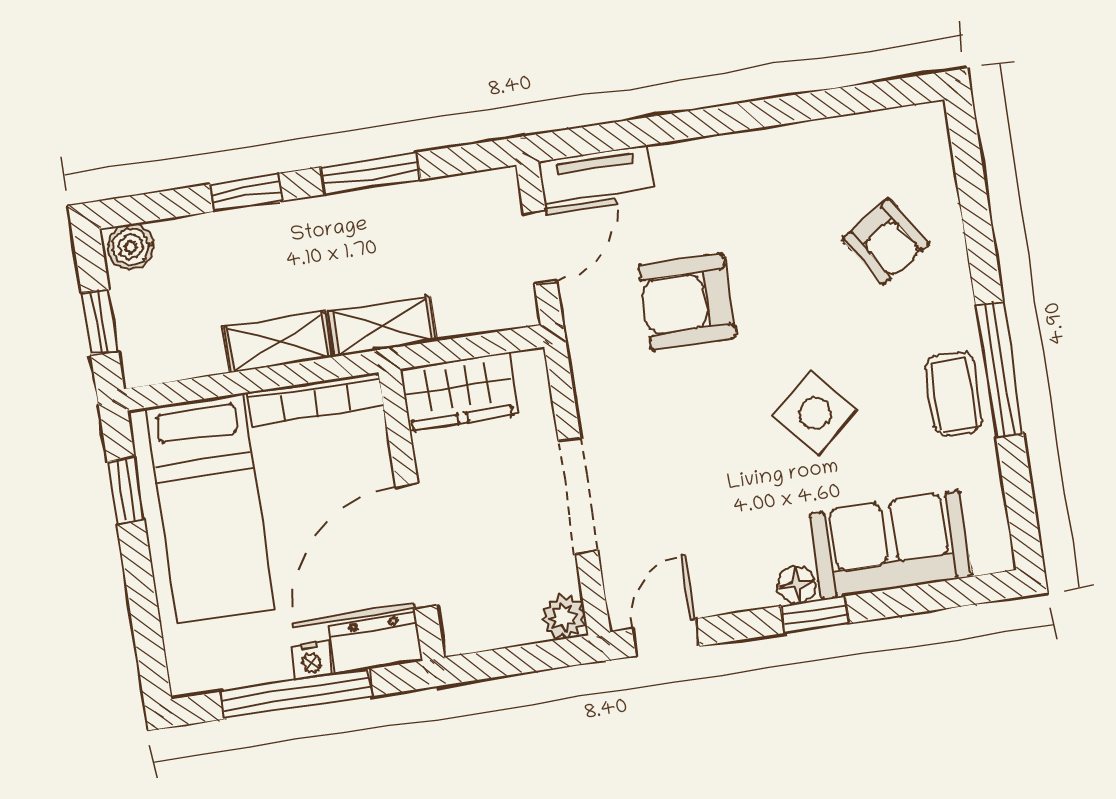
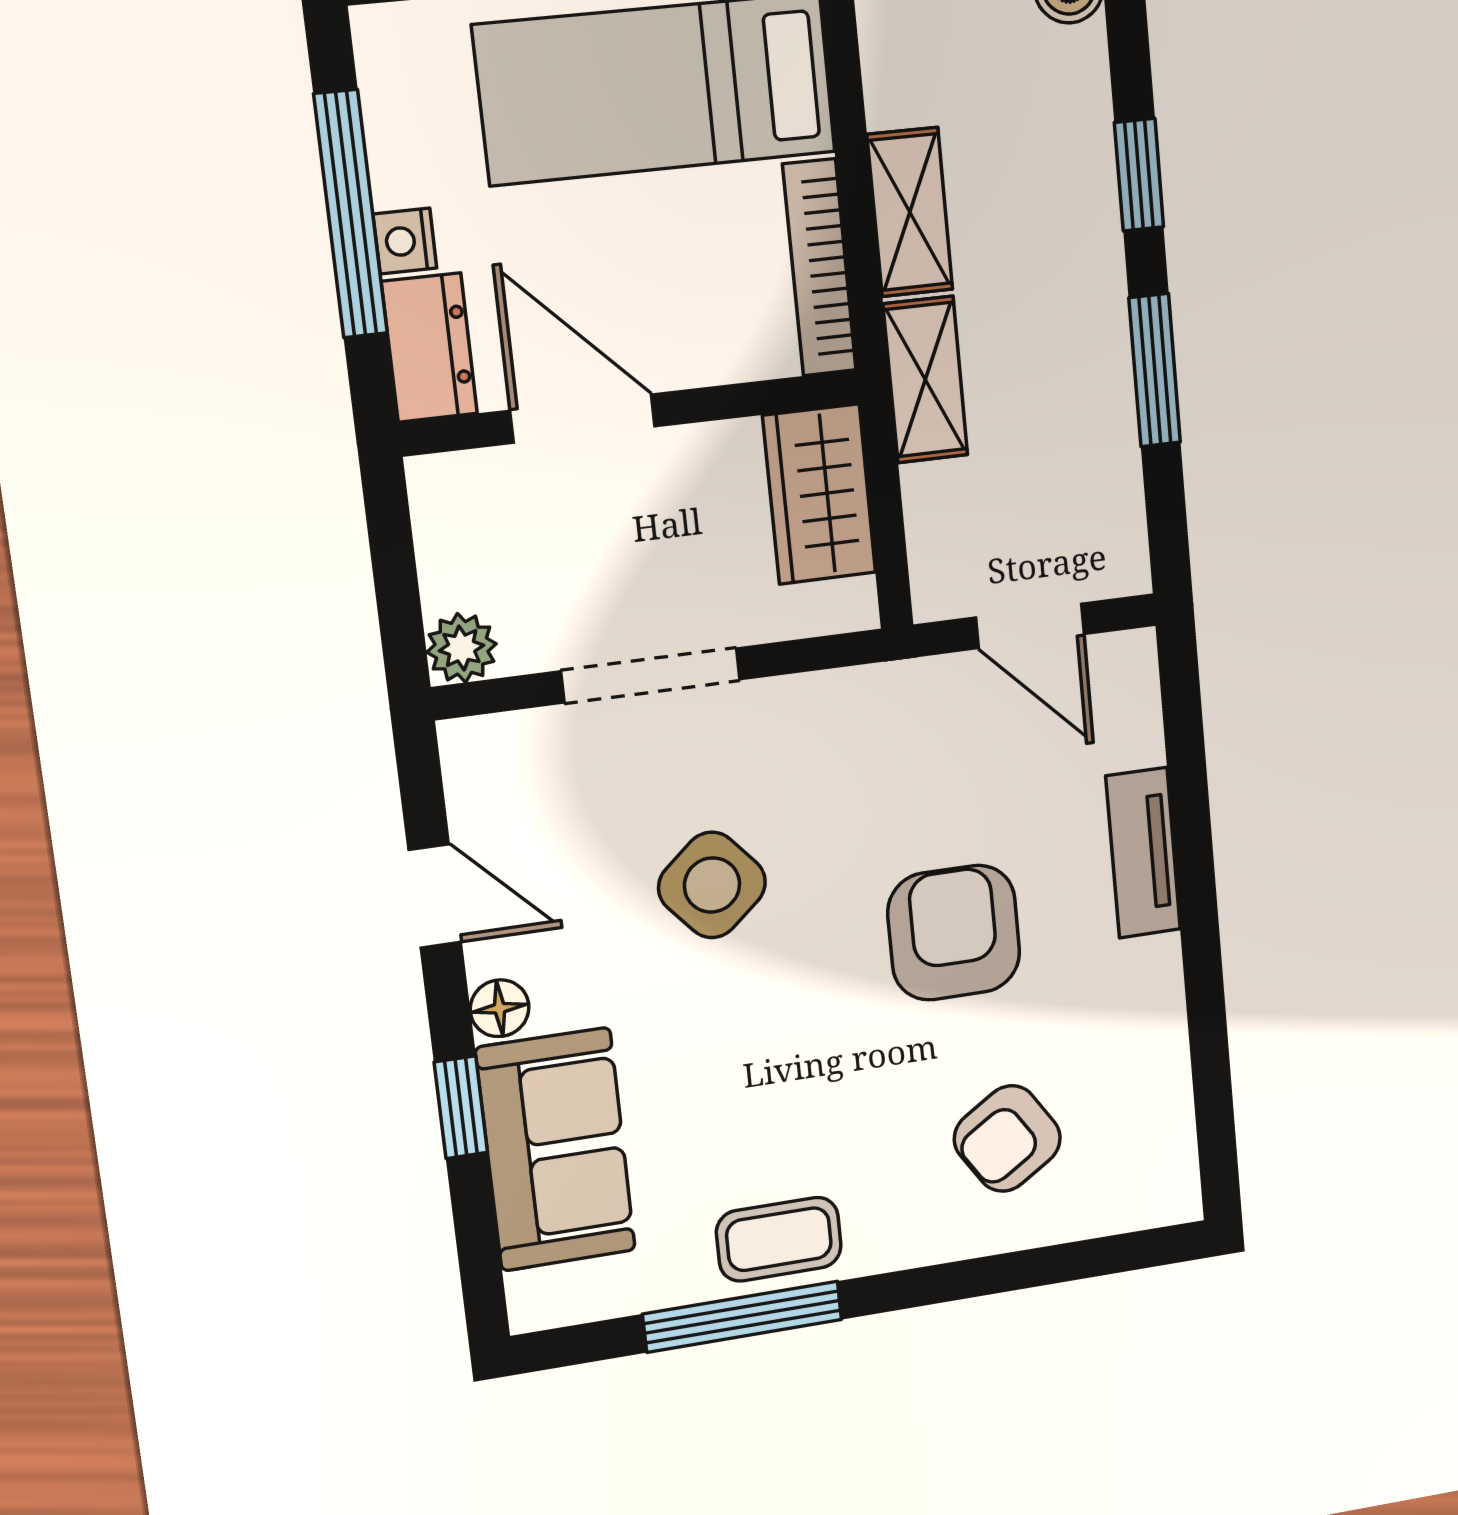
tv unit: (596, 174) -> (1143, 853), moved
armchair: (687, 302) -> (954, 933), moved
window: (999, 369) -> (743, 1317), moved
side table: (815, 413) -> (712, 885), moved
door: (416, 546) -> (583, 419), width x0.73
window: (815, 615) -> (461, 1107), moved
door: (666, 637) -> (435, 896), moved

